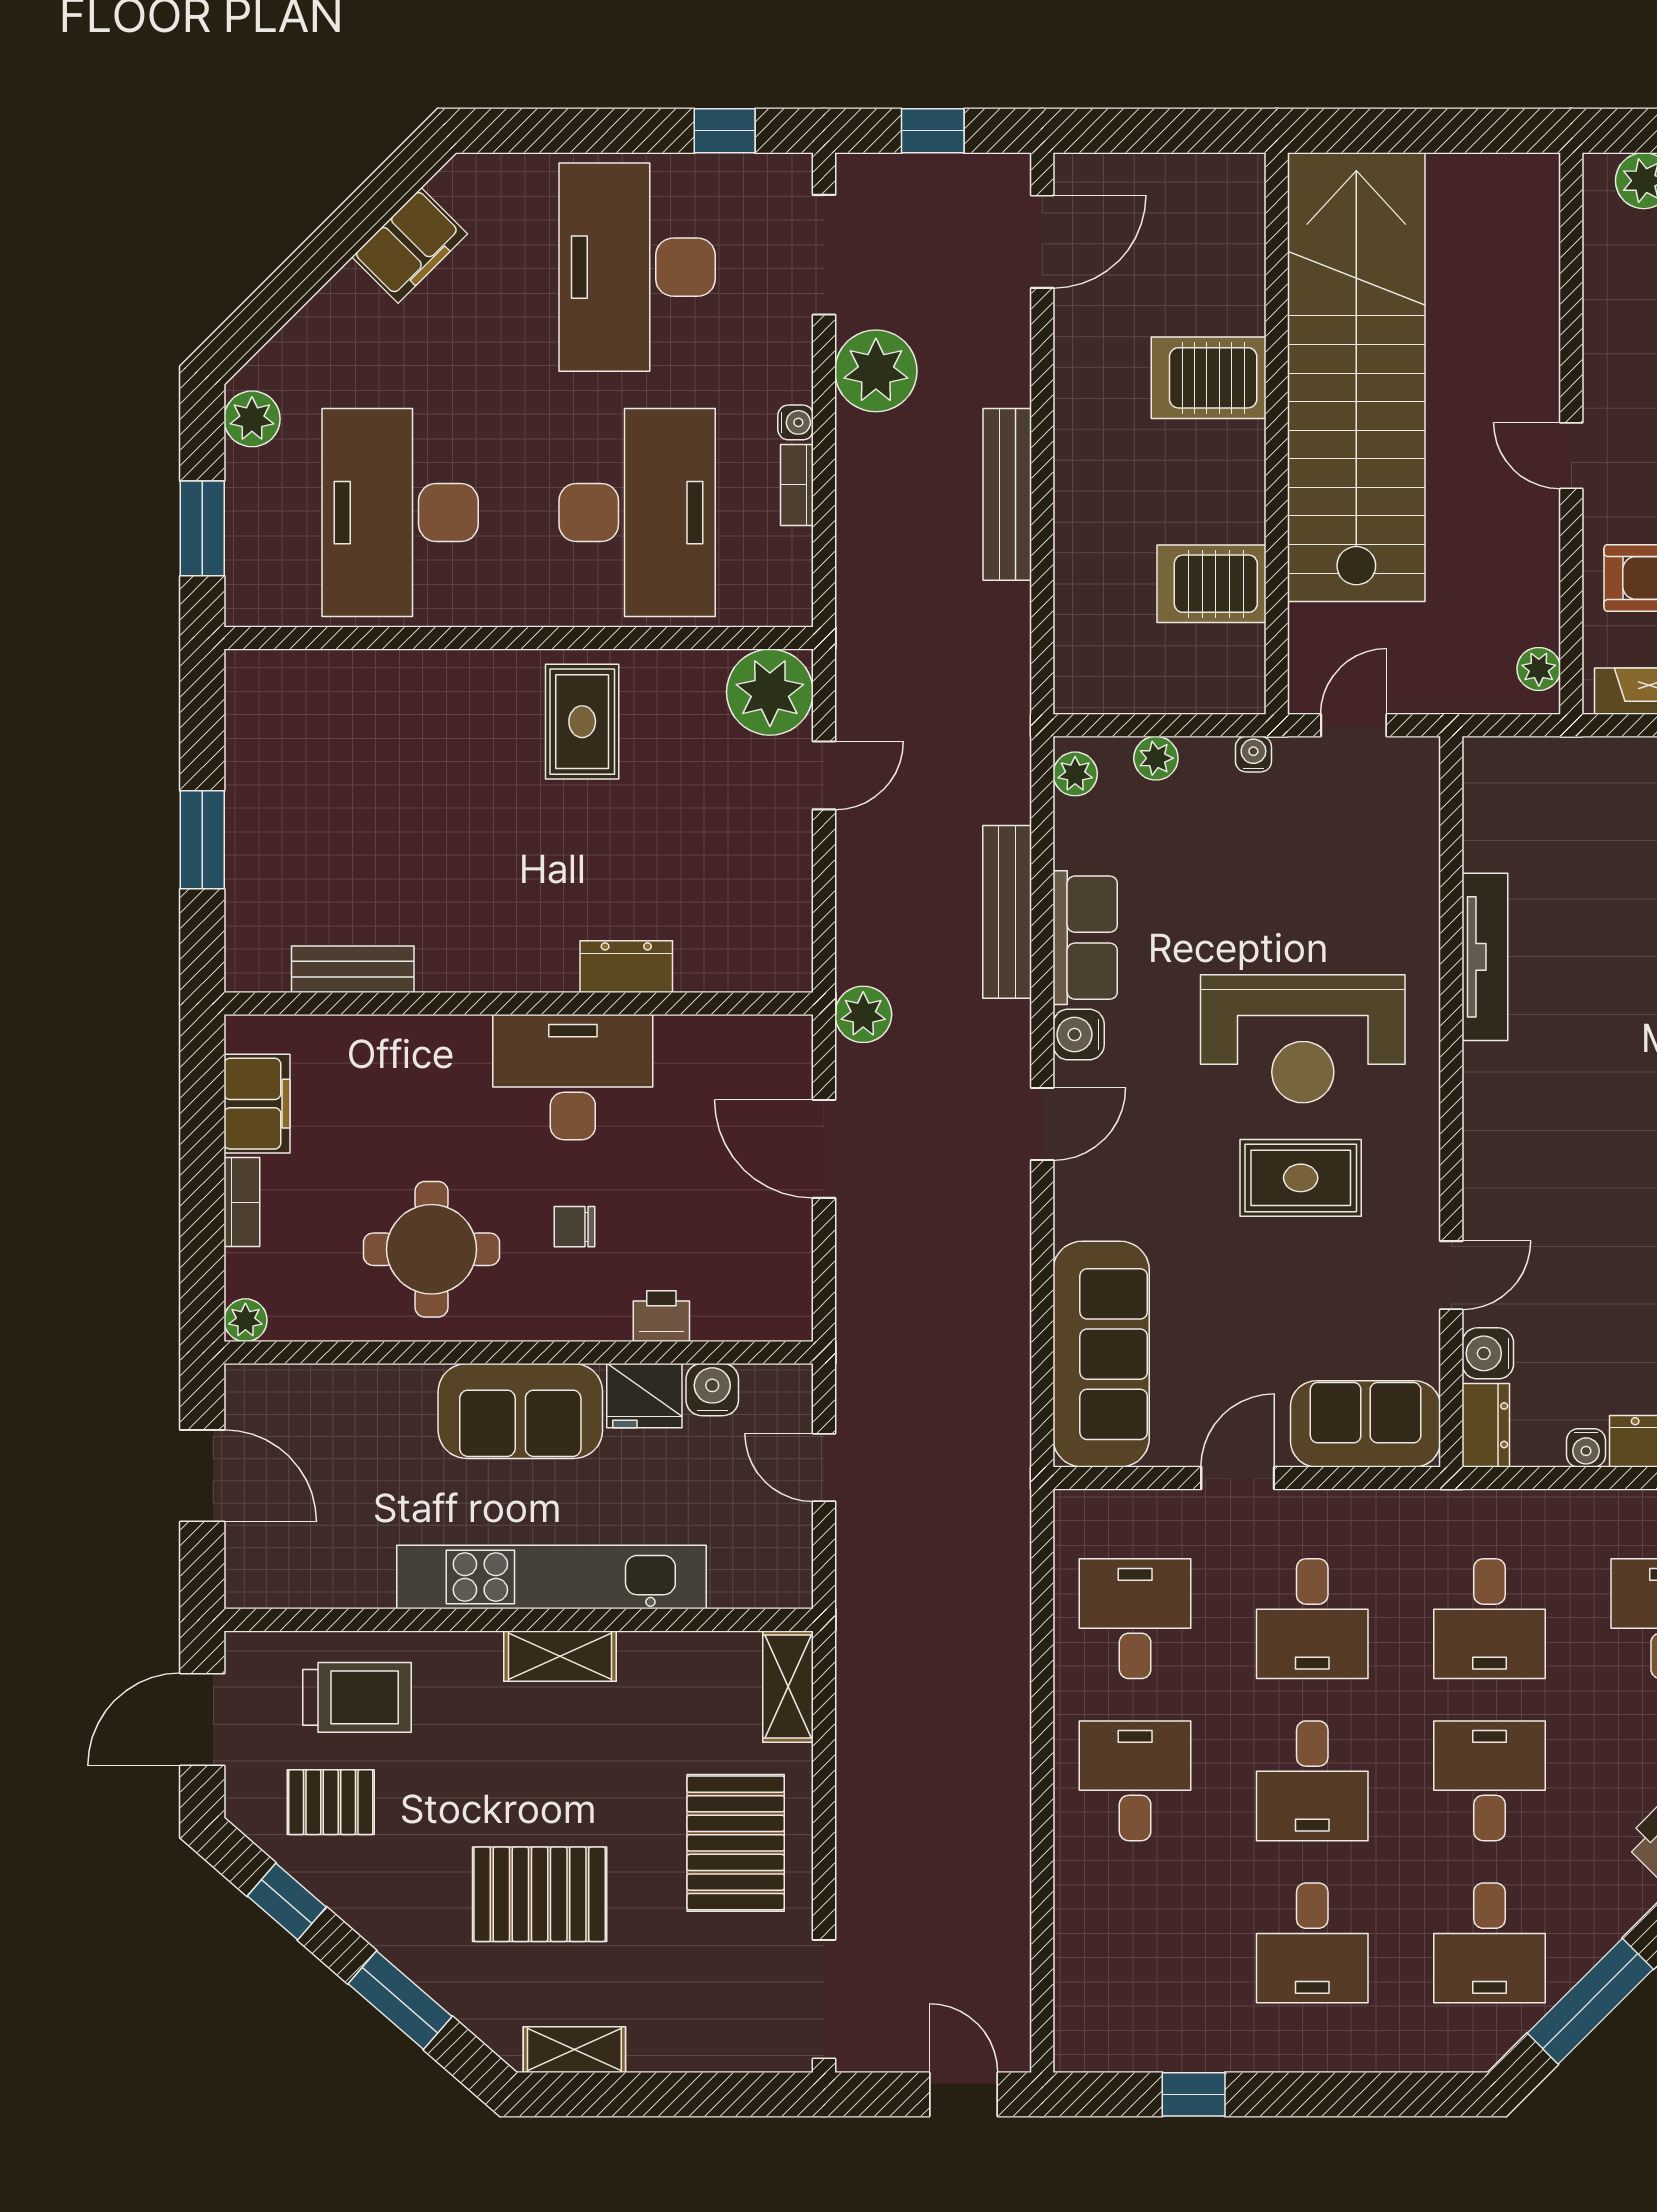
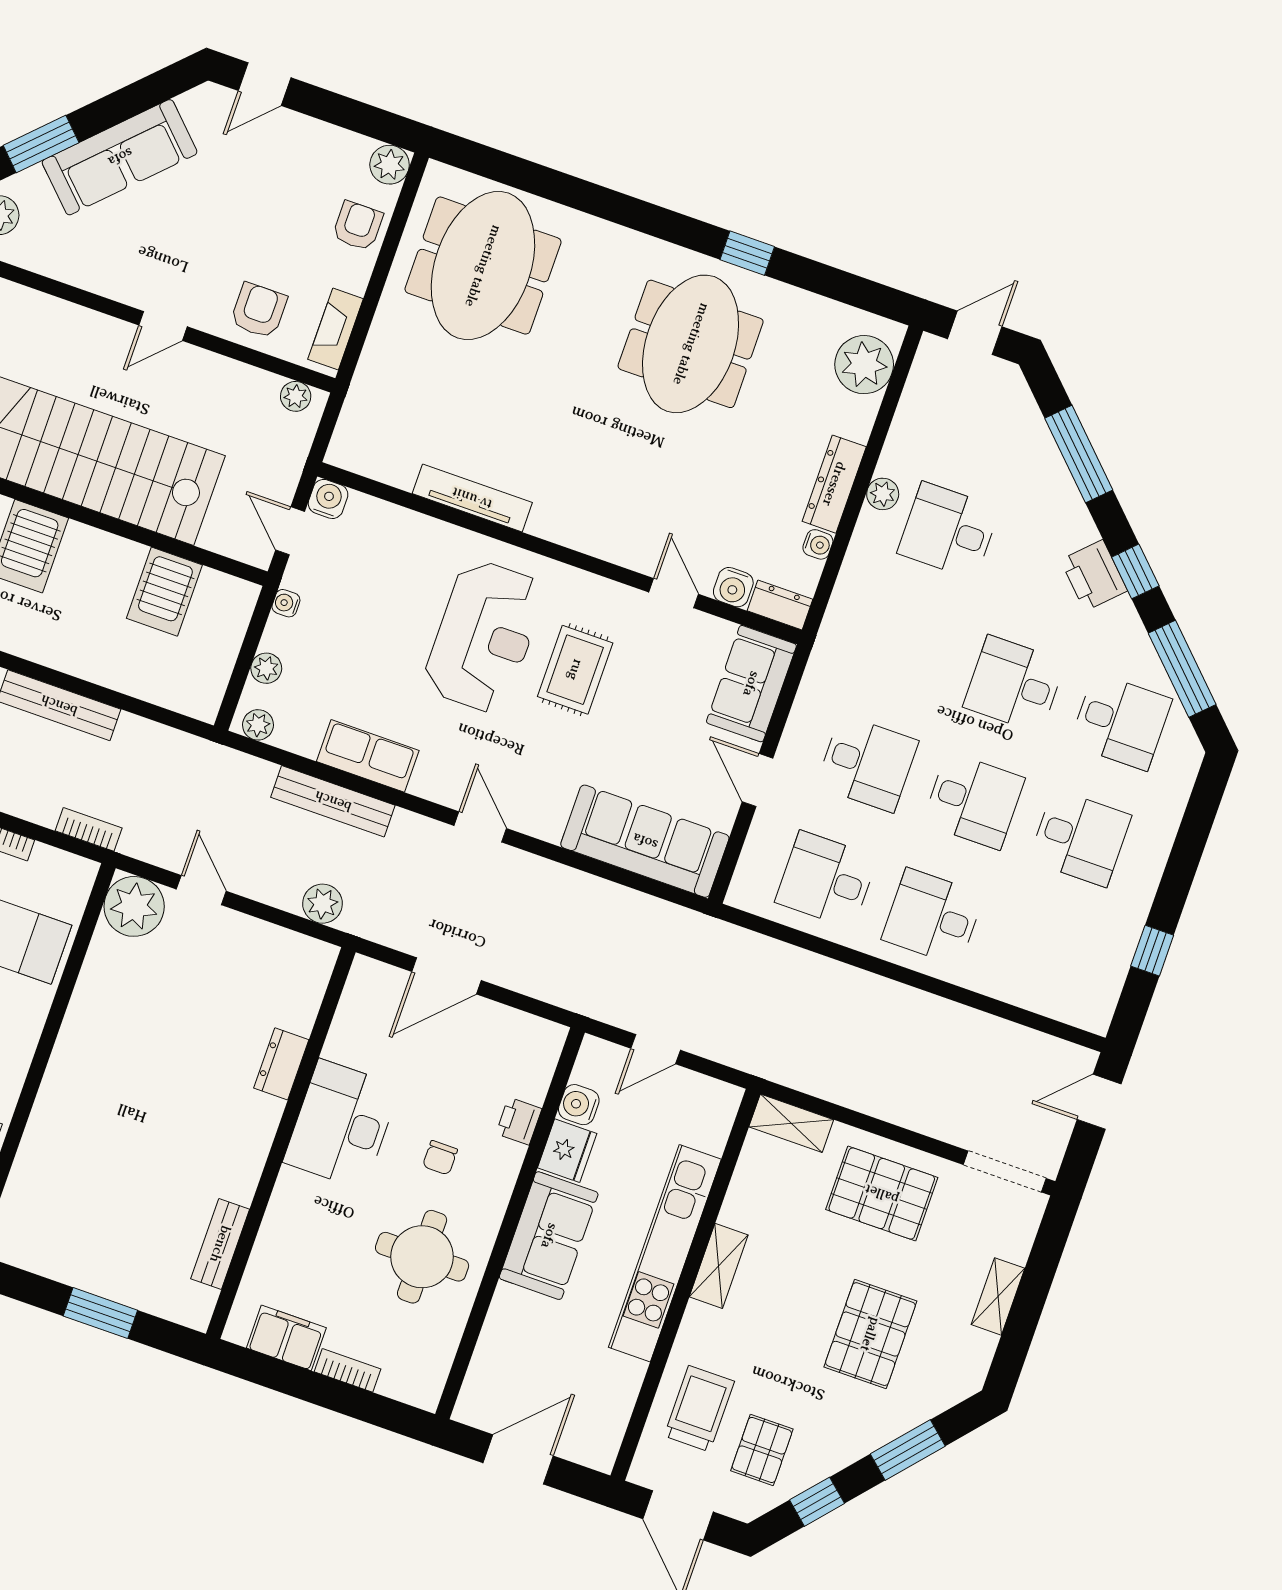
bookcase: (853, 594) -> (89, 829), added
rug: (582, 722) -> (110, 1036), removed
plant: (863, 1014) -> (323, 904), moved
water cooler: (1079, 1034) -> (328, 499), moved, turned 180
plant: (245, 1320) -> (426, 1395), removed
desk: (1489, 1619) -> (908, 647), removed
shelving: (574, 2050) -> (998, 1296), moved

